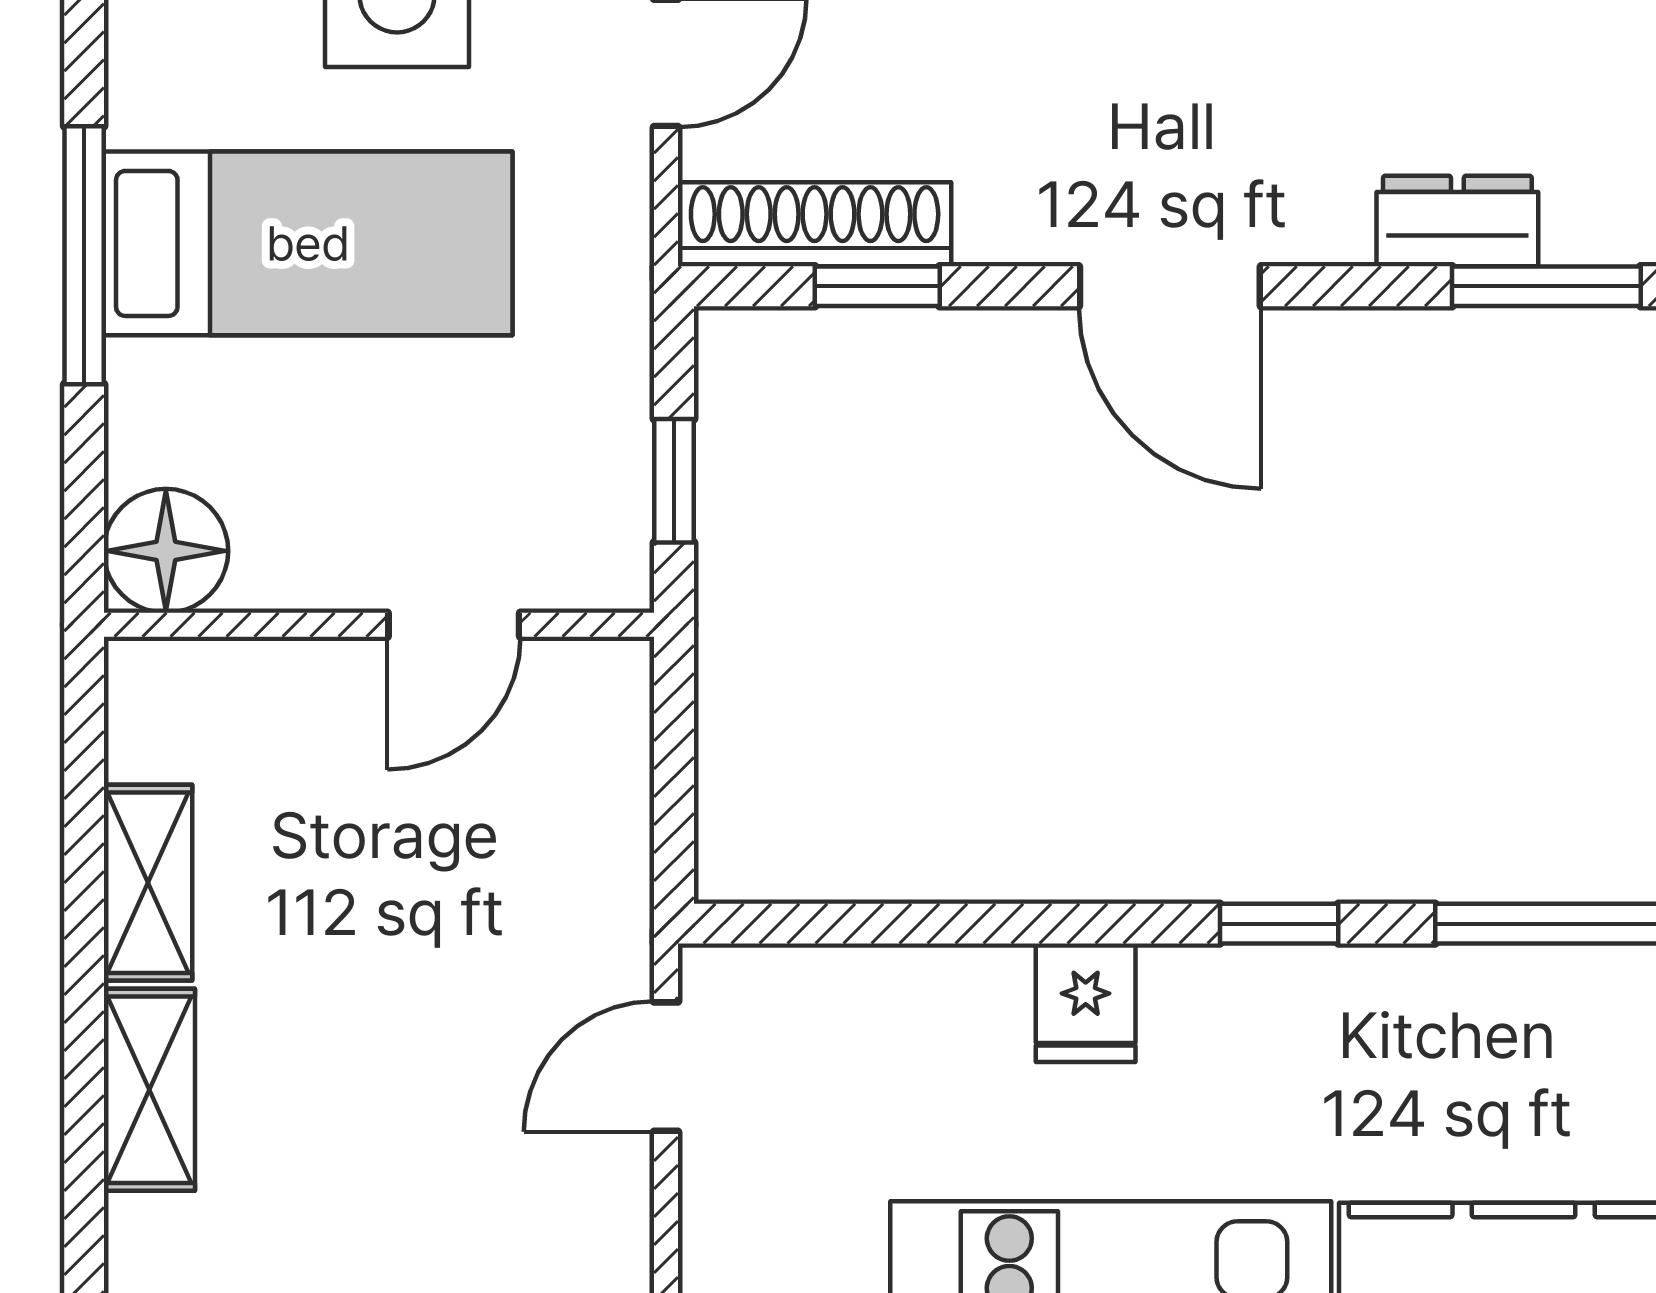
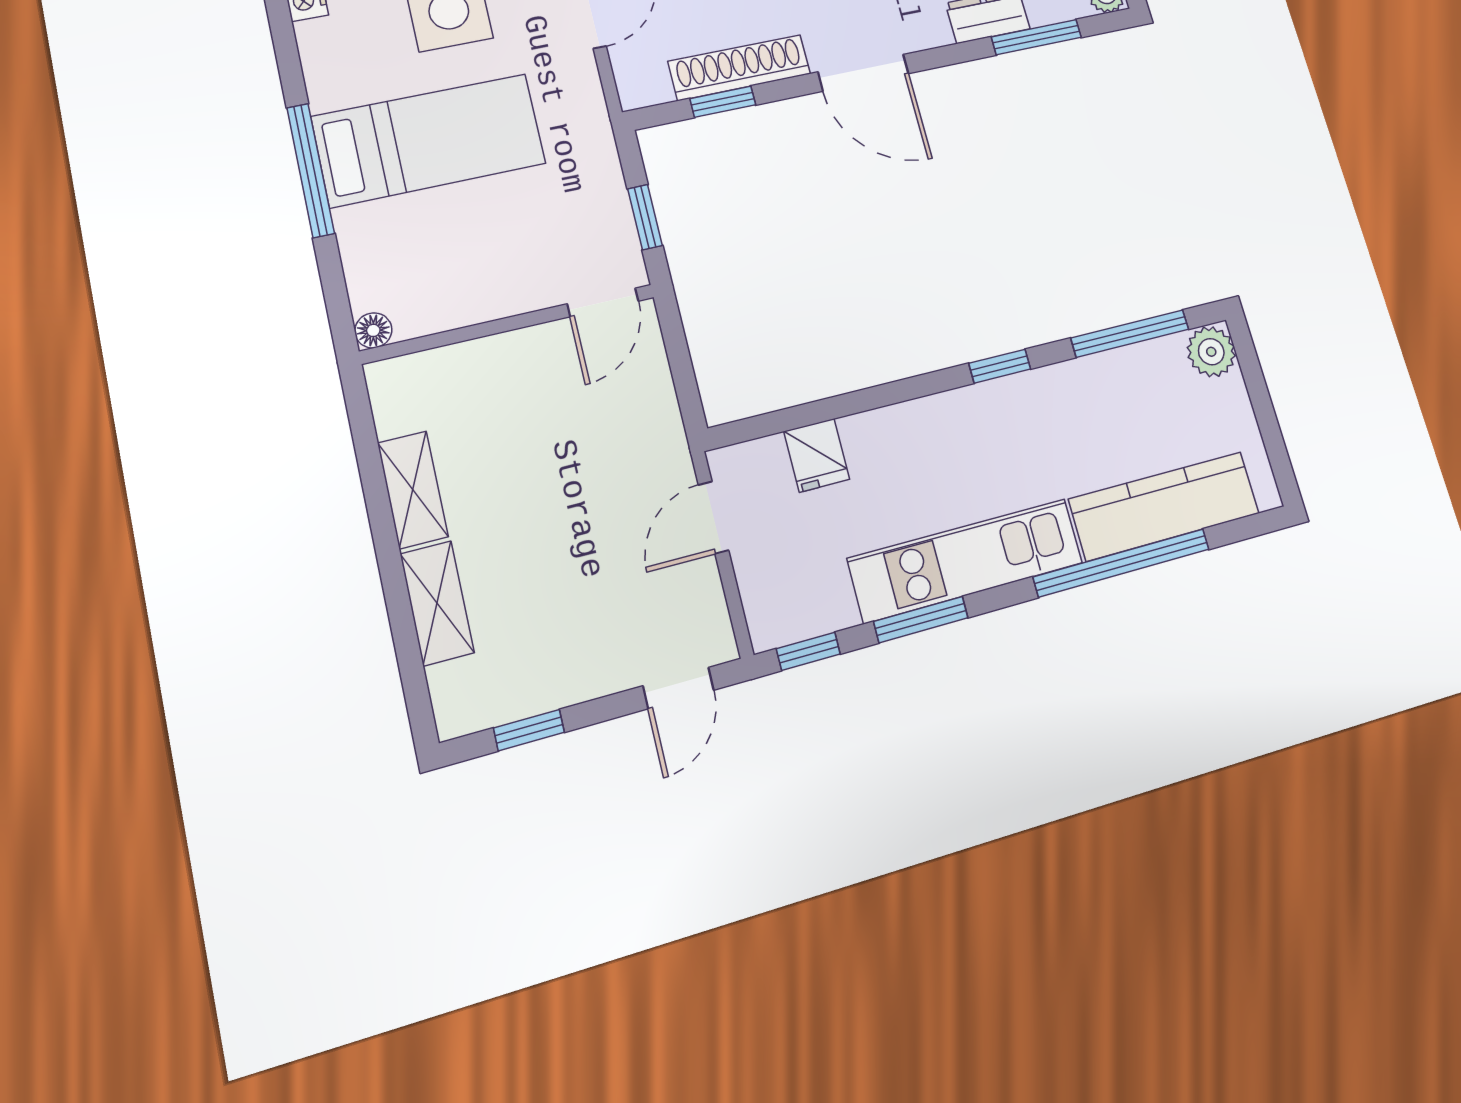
shoe rack: (815, 224) -> (739, 68), moved
floor lamp: (166, 551) -> (373, 330), width x0.53, depth x0.53
door: (454, 625) -> (603, 302), moved
fridge: (1086, 1003) -> (817, 455), moved

